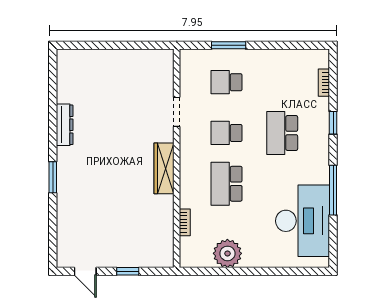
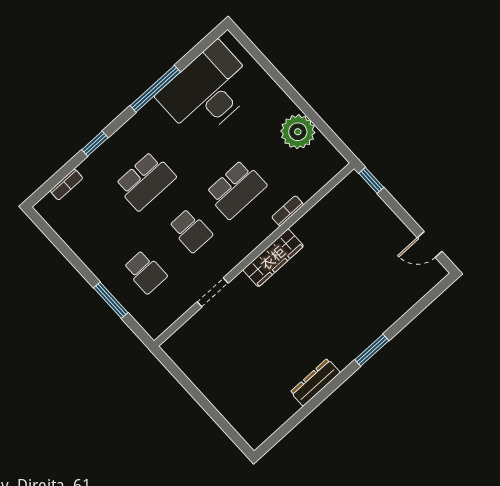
bookcase: (185, 222) -> (288, 211), moved
door: (85, 271) -> (430, 245), swing flipped
window: (128, 271) -> (371, 180), moved

